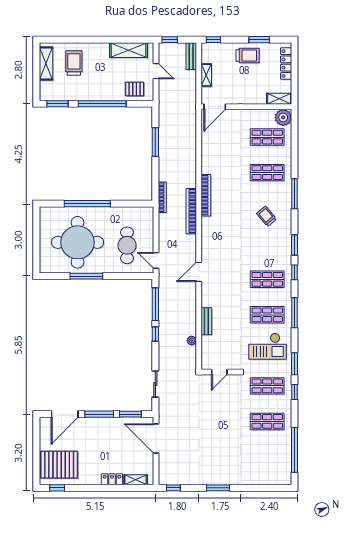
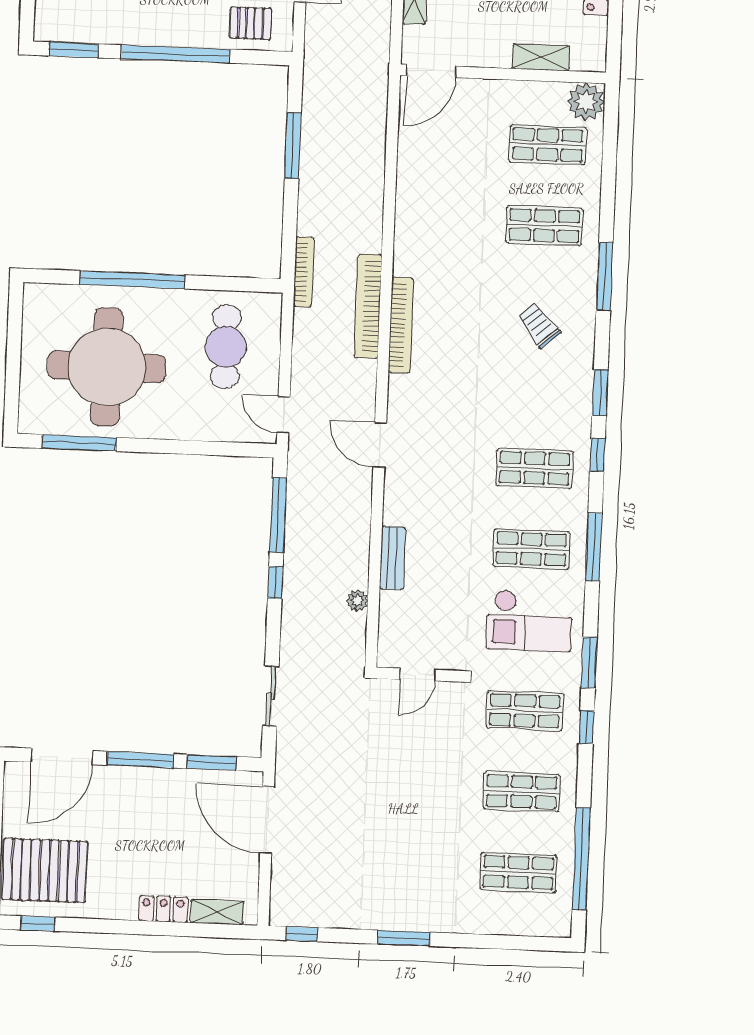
shelving: (279, 99) -> (541, 57), moved
bookcase: (206, 195) -> (401, 325), moved
cafe table: (127, 245) -> (226, 347), moved
door: (199, 272) -> (380, 445), hinge flipped
window: (86, 276) -> (79, 443), moved
shop shelf: (267, 457) -> (518, 872), added

